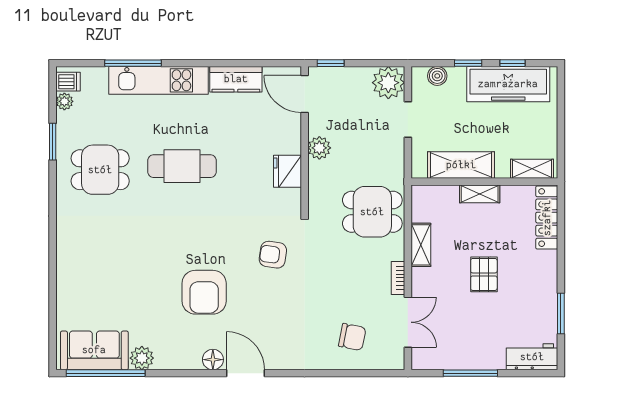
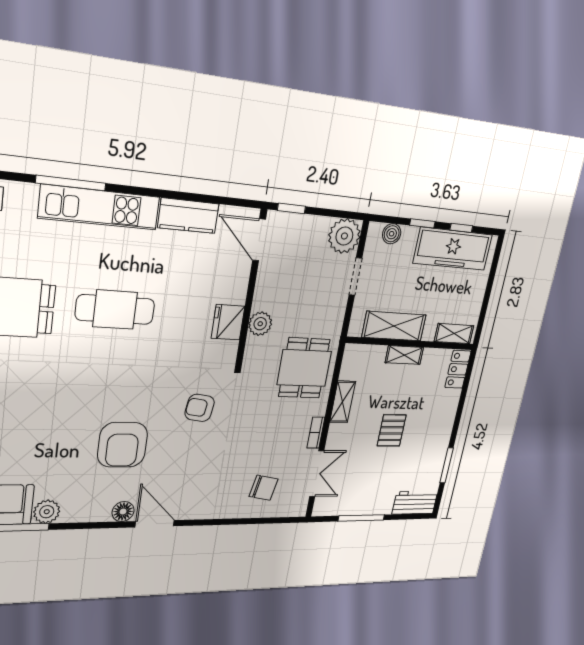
plant: (319, 148) -> (260, 324), moved
dining table: (372, 212) -> (304, 368), turned 90
locker: (547, 218) -> (458, 369), width x0.66

